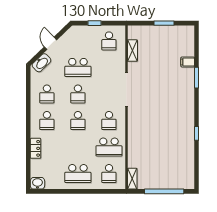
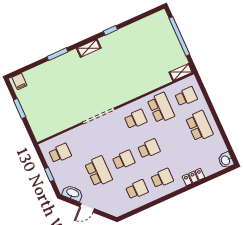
shelving: (132, 51) -> (89, 48), moved
filing cabinet: (188, 62) -> (19, 81), moved
washbasin: (42, 63) -> (73, 193), moved

